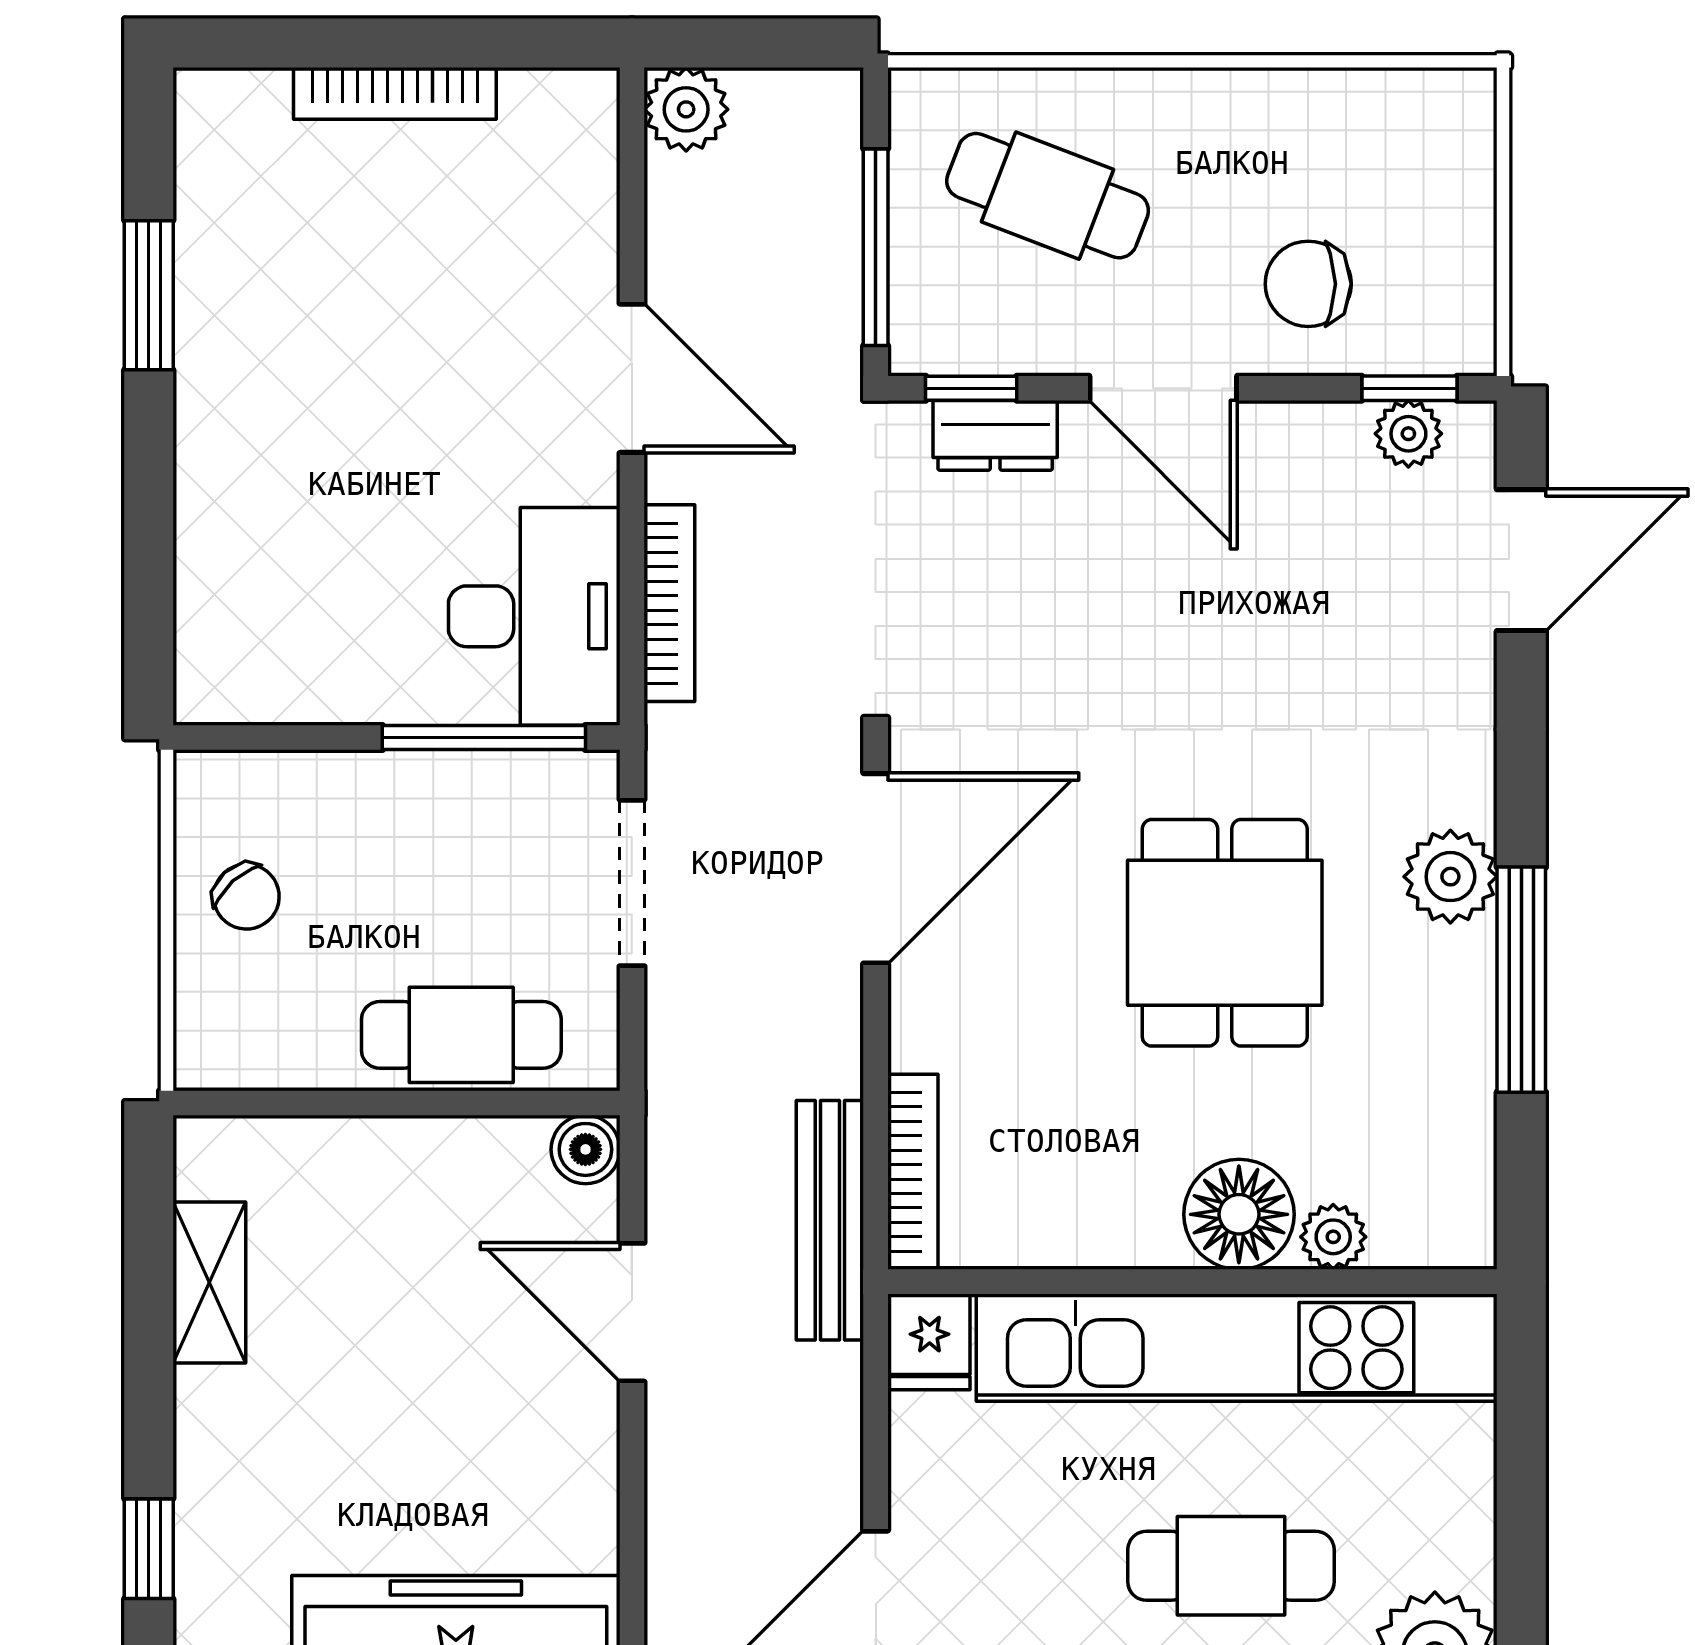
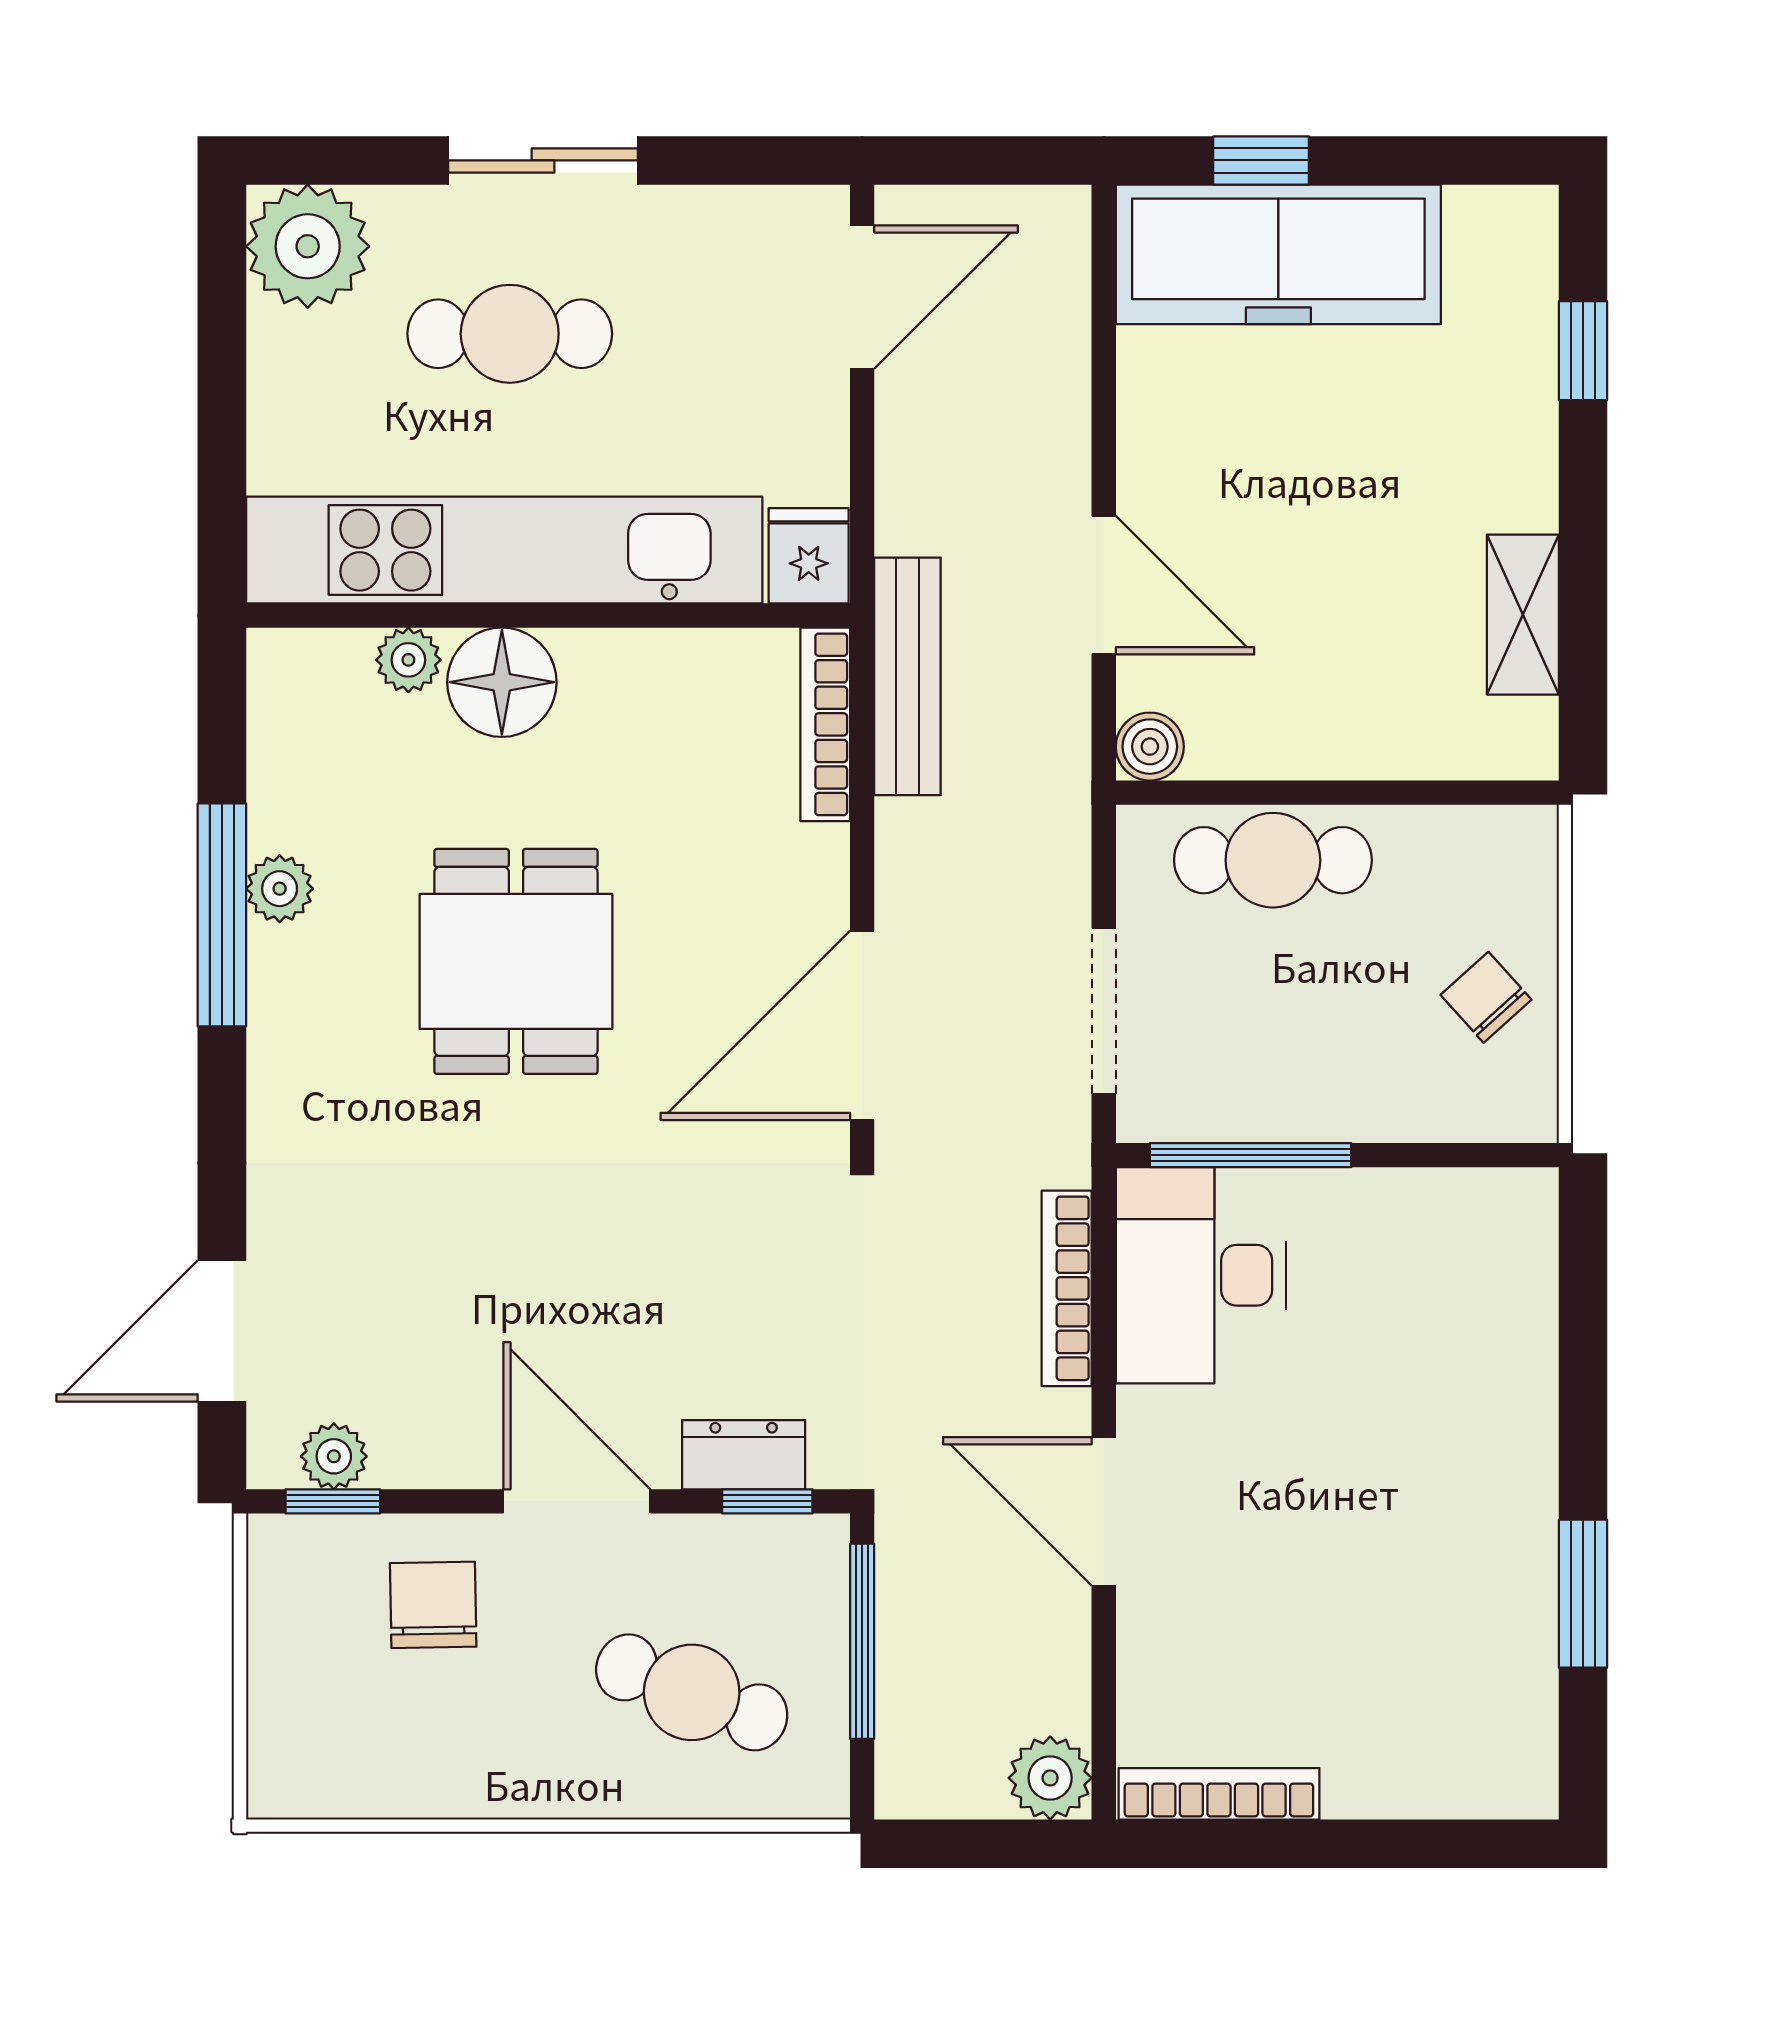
bookcase: (395, 93) -> (1219, 1794), moved
chair: (1308, 284) -> (433, 1605), turned -91
plant: (1450, 877) -> (280, 889), moved, width x0.73, depth x0.73

